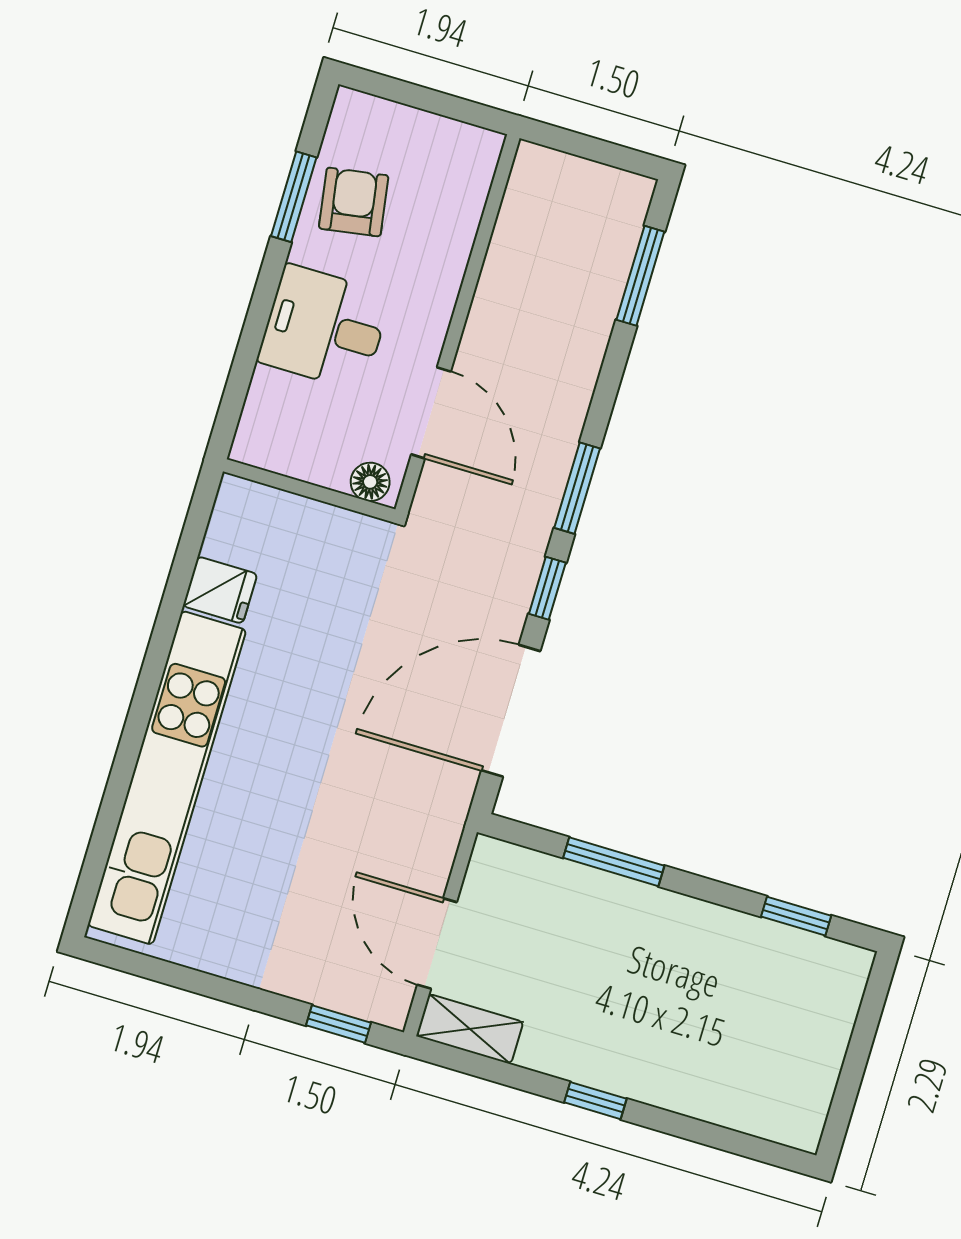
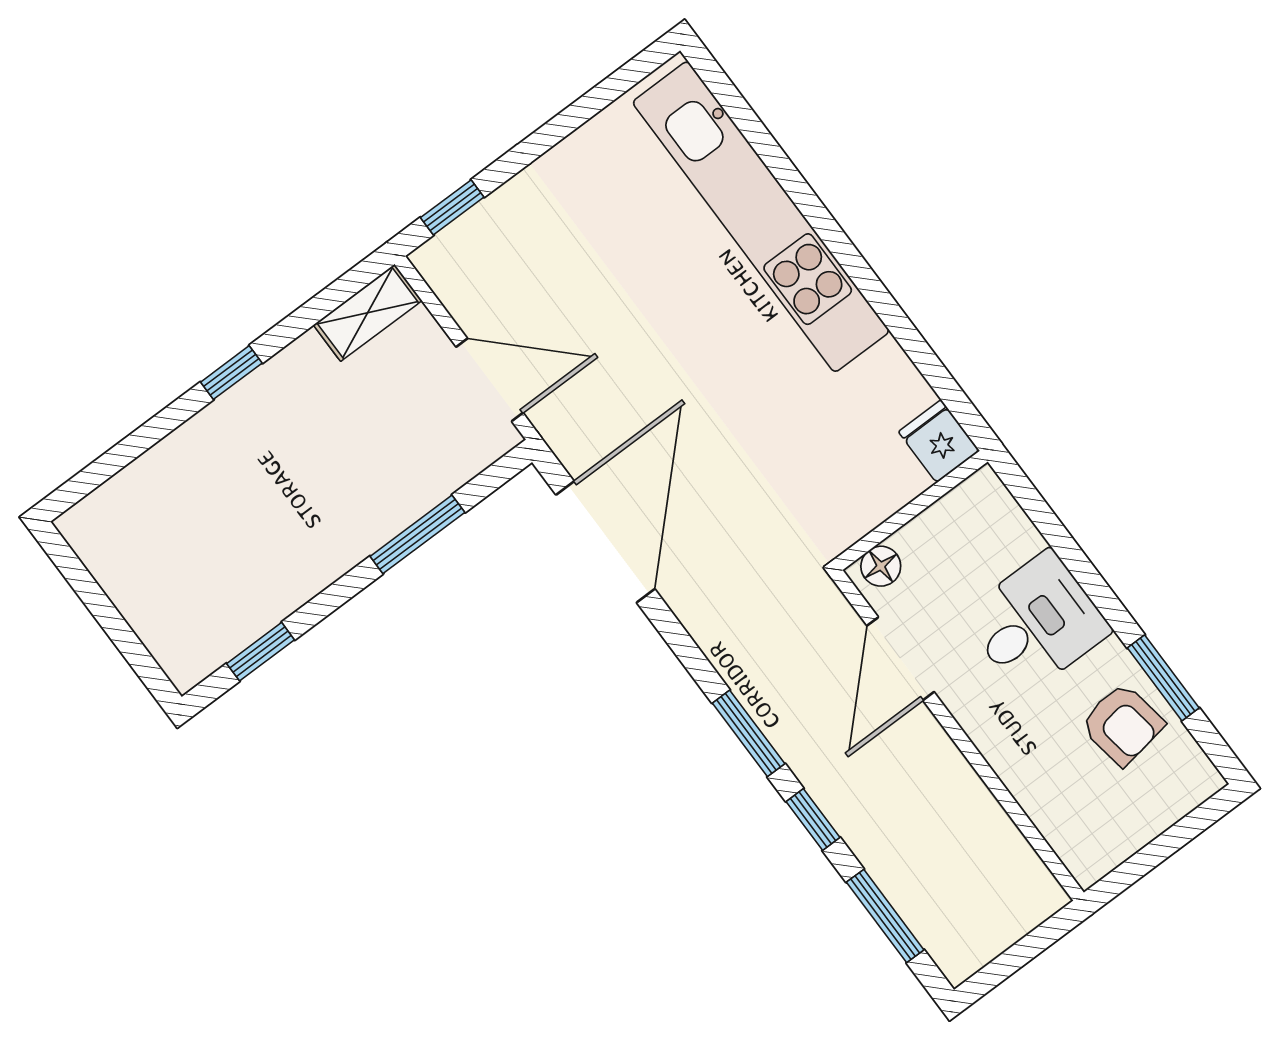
door: (431, 413) -> (901, 659), hinge flipped
window: (547, 588) -> (813, 820), moved
fridge: (220, 590) -> (939, 441), moved, turned 90
door: (437, 943) -> (490, 380), moved

